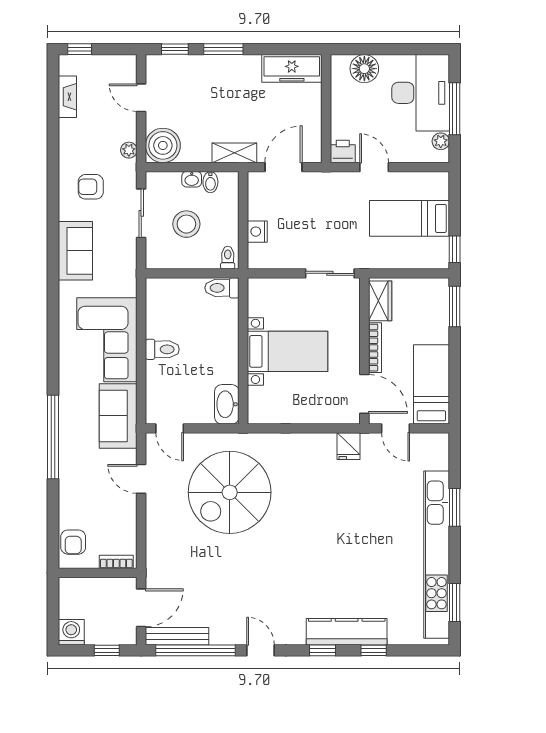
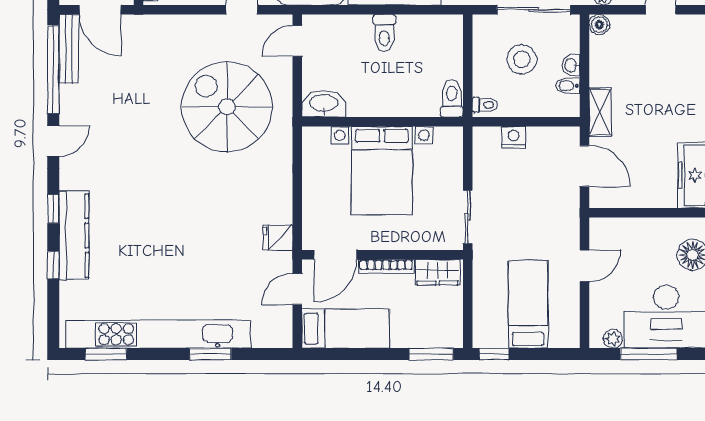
boiler: (163, 145) -> (599, 25), width x0.54, depth x0.54
printer: (343, 152) -> (602, 231), removed
sliding door: (141, 213) -> (534, 10), width x1.37
bed with nightstands: (288, 351) -> (382, 170), width x1.36

